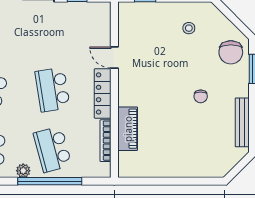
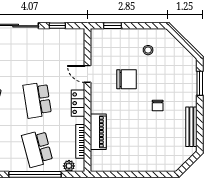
chair: (231, 52) -> (126, 79), moved, turned -90
locker: (103, 93) -> (78, 103), width x0.66
plant: (23, 171) -> (69, 166), moved

